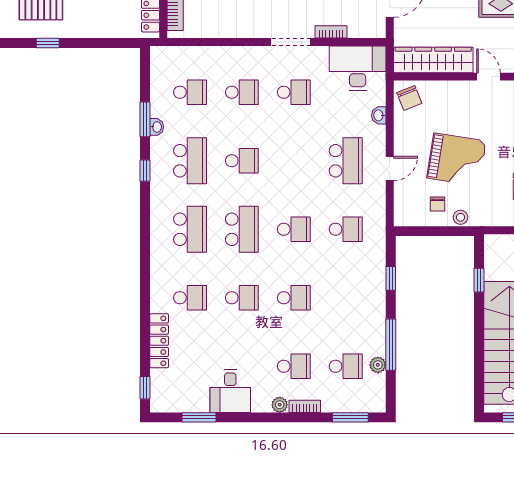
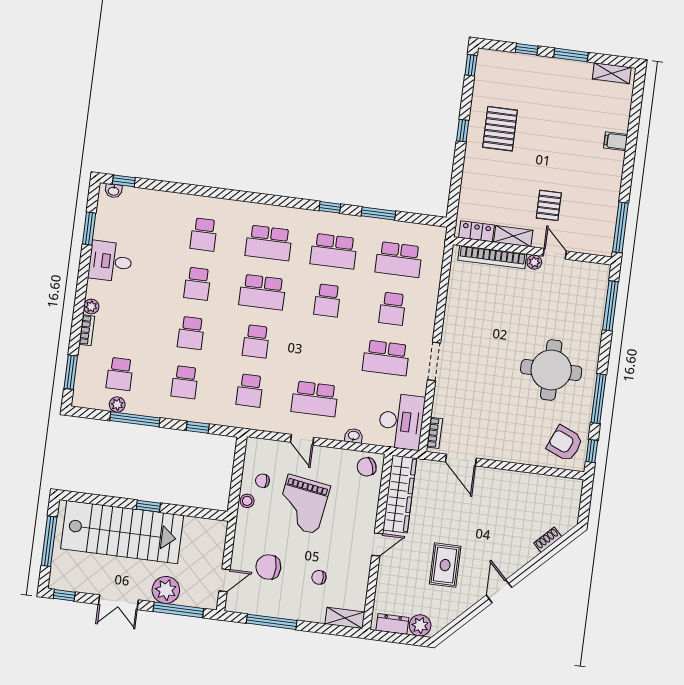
bookcase: (331, 32) -> (435, 433), moved
school desk: (190, 92) -> (399, 259), width x1.85
school desk: (294, 92) -> (386, 358), width x1.85
washbasin: (157, 127) -> (114, 191), moved
window: (479, 280) -> (148, 506), moved
locker: (159, 341) -> (167, 200), removed
school desk: (294, 366) -> (185, 382), moved

